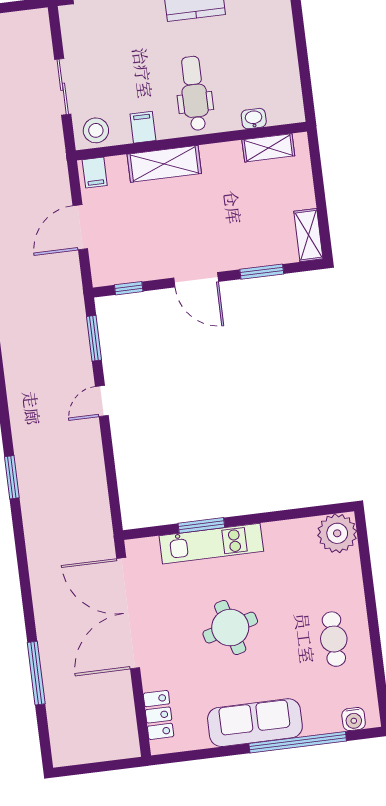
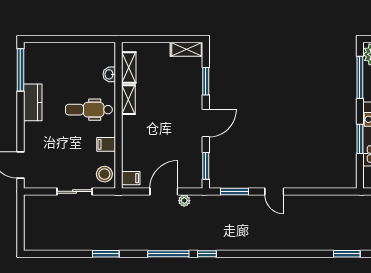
shelving: (164, 164) -> (128, 100), moved, width x0.67, depth x0.75
door: (80, 227) -> (164, 191), swing flipped
plant: (70, 261) -> (184, 201), added
window: (129, 288) -> (206, 166), width x1.50
window: (12, 477) -> (347, 254), moved
window: (298, 513) -> (360, 77), added

